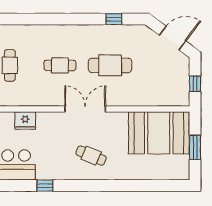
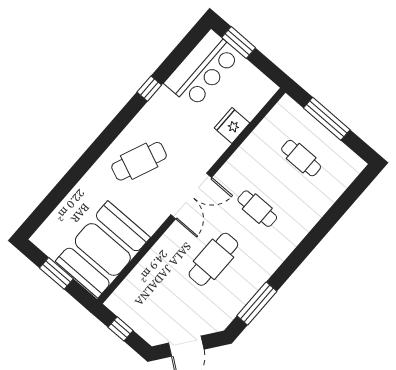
window: (114, 19) -> (257, 304), width x2.17
cafe table: (60, 65) -> (257, 209), turned 90
cafe table: (91, 156) -> (139, 161), width x1.37, depth x1.35

